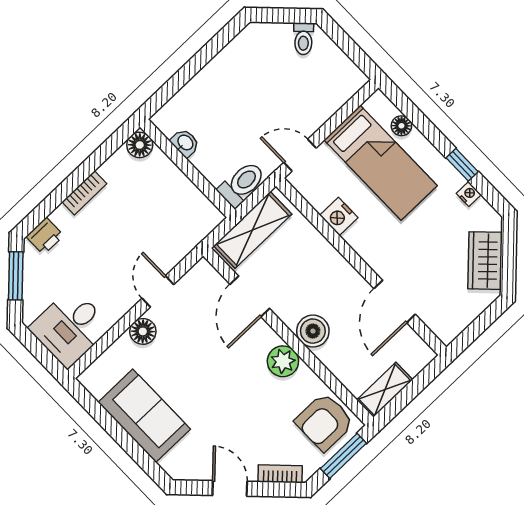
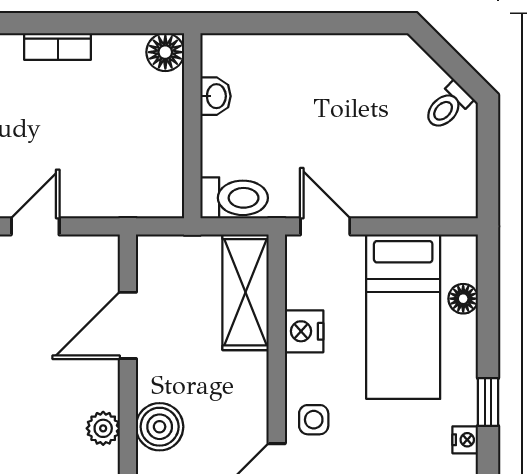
shelving: (253, 230) -> (246, 292), moved, turned 90
side table: (385, 255) -> (314, 420), added
plant: (283, 361) -> (103, 428), width x0.73, depth x0.73

